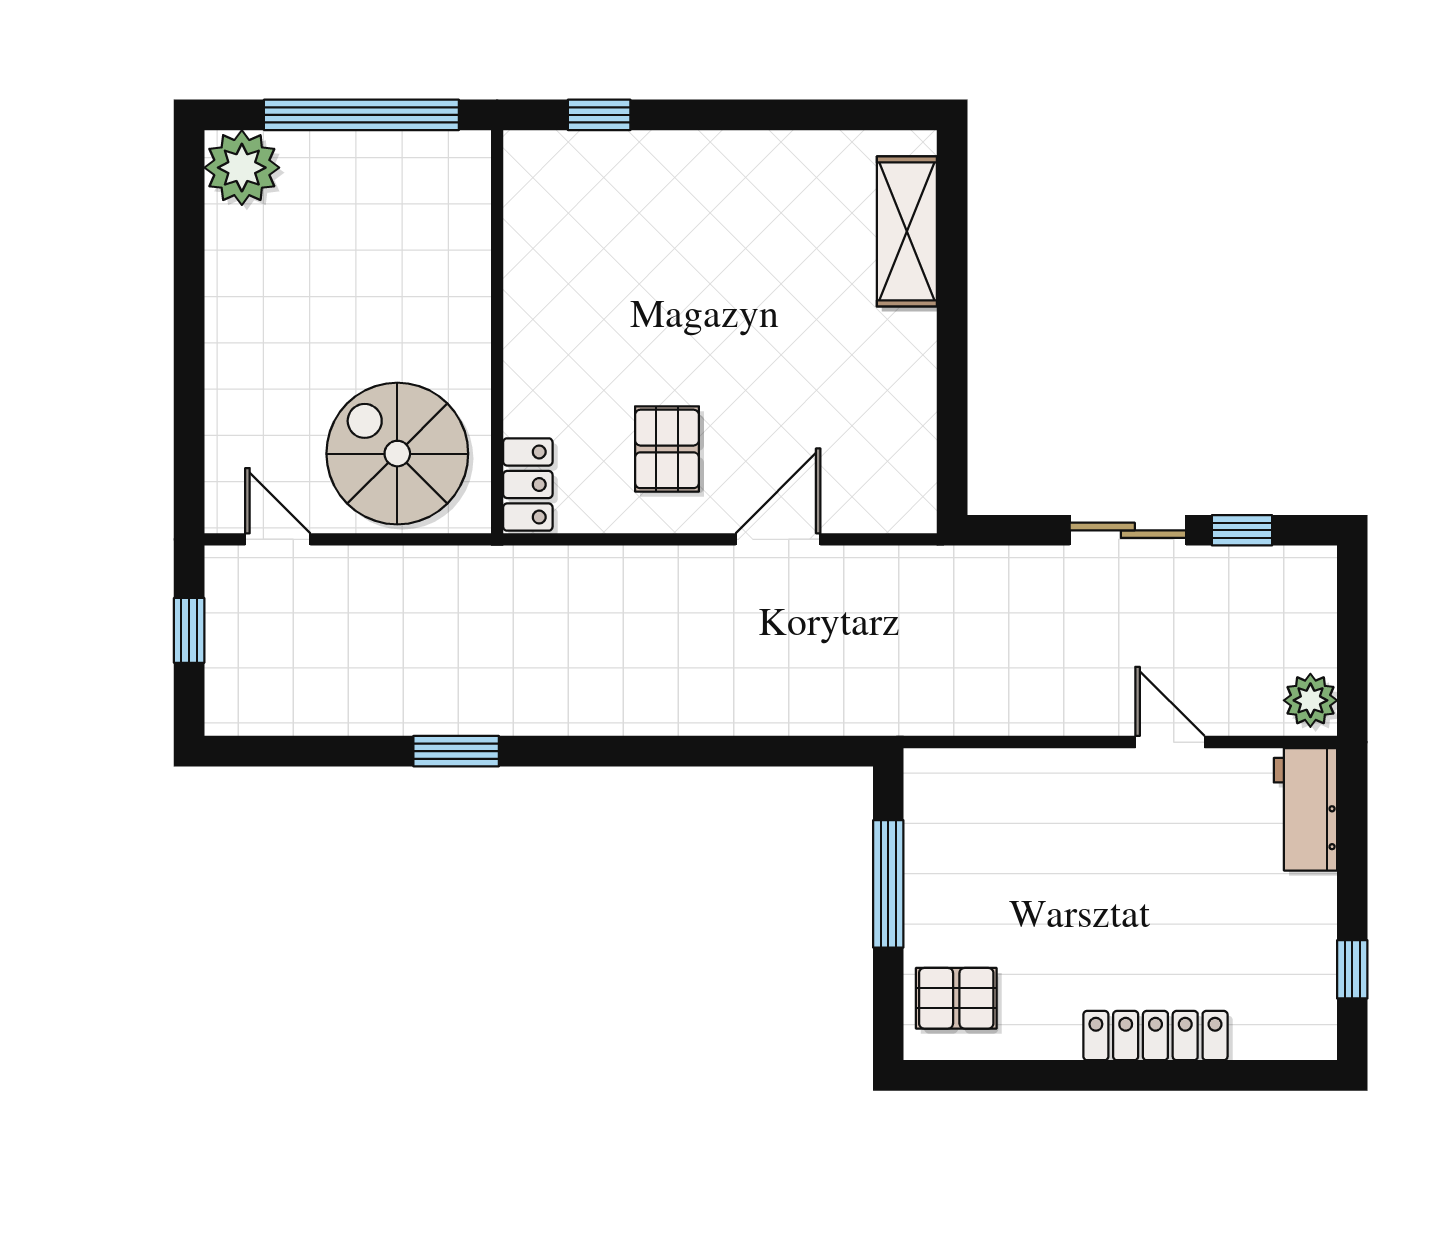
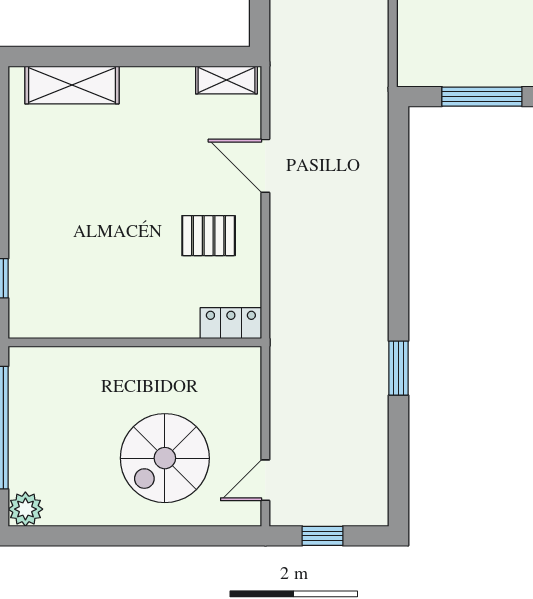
plant: (242, 168) -> (25, 509), width x0.73, depth x0.73
spiral stairs: (397, 454) -> (165, 458), moved
shelving: (915, 477) -> (226, 80), added

